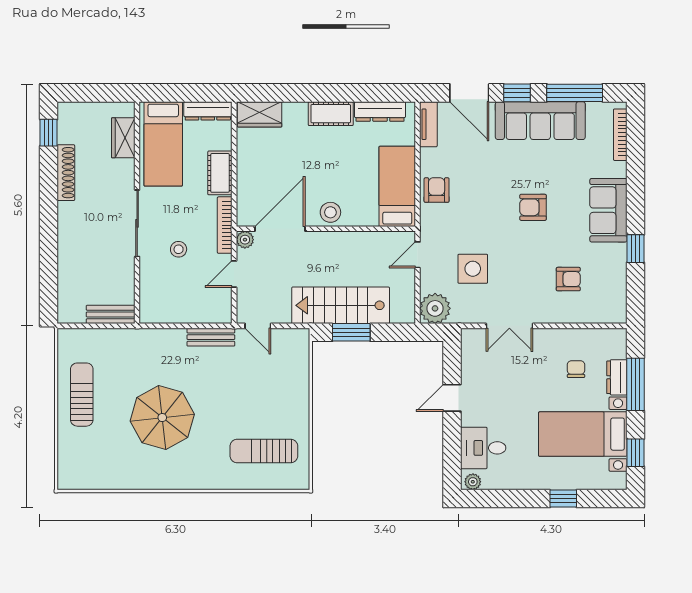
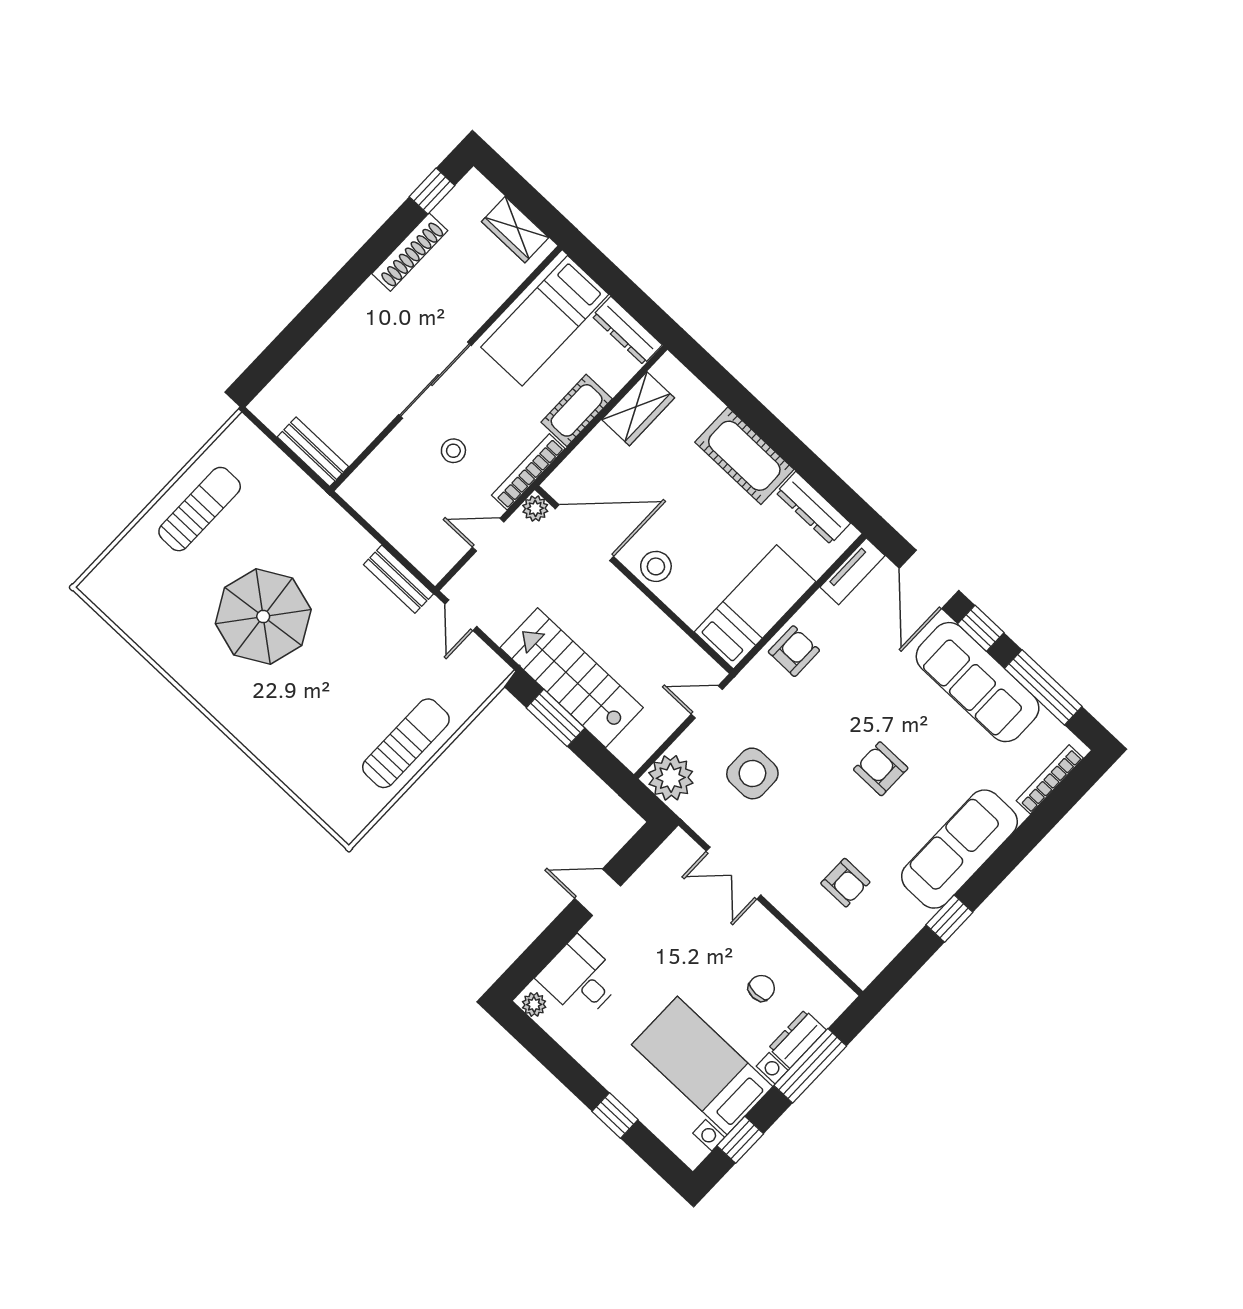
wardrobe: (260, 114) -> (638, 409), moved, turned -90
cot: (331, 114) -> (744, 456), width x1.37, depth x1.34
wardrobe: (123, 138) -> (515, 230), moved, turned -90
sofa: (608, 210) -> (959, 849), width x1.36
sun lounger: (264, 451) -> (406, 743), moved, turned 90

